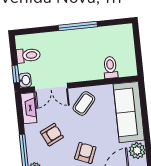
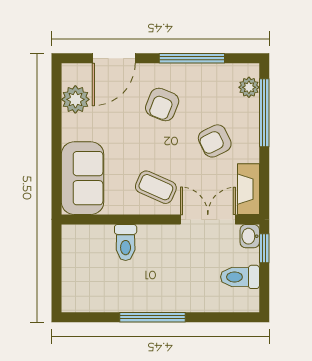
toilet: (110, 67) -> (126, 243), moved
coffee table: (84, 103) -> (156, 187), turned 73
sofa: (129, 112) -> (83, 178), width x0.73

